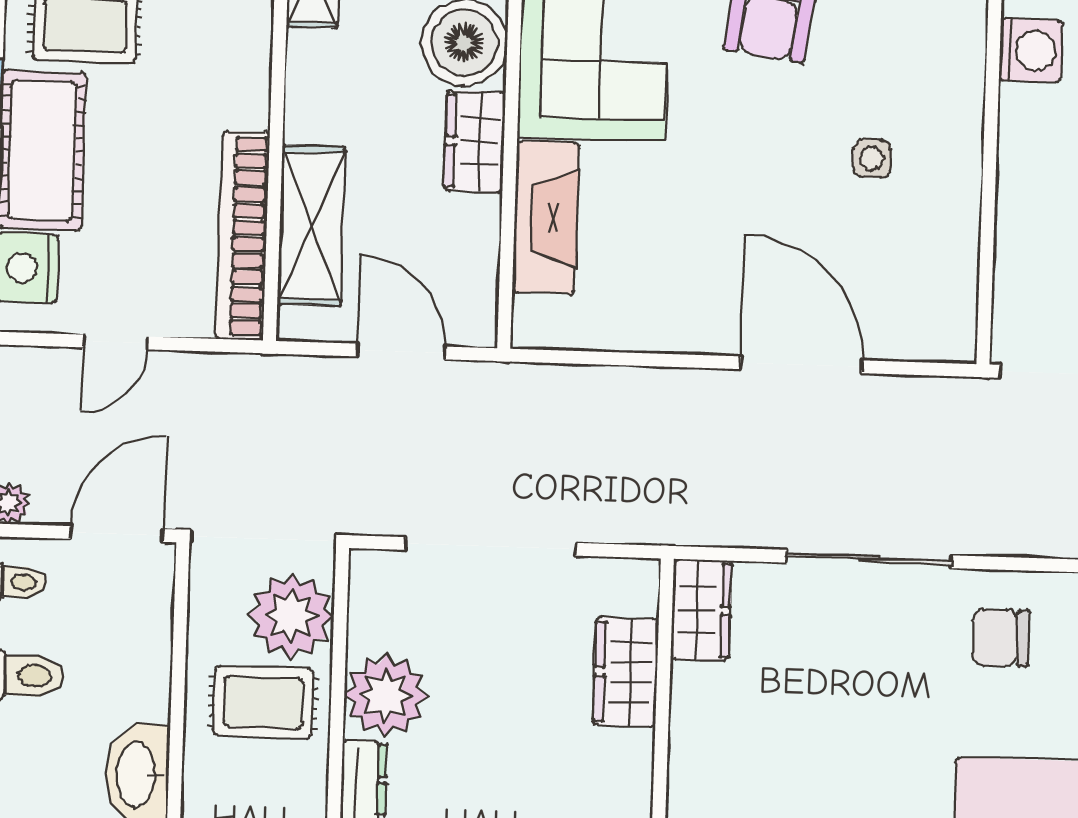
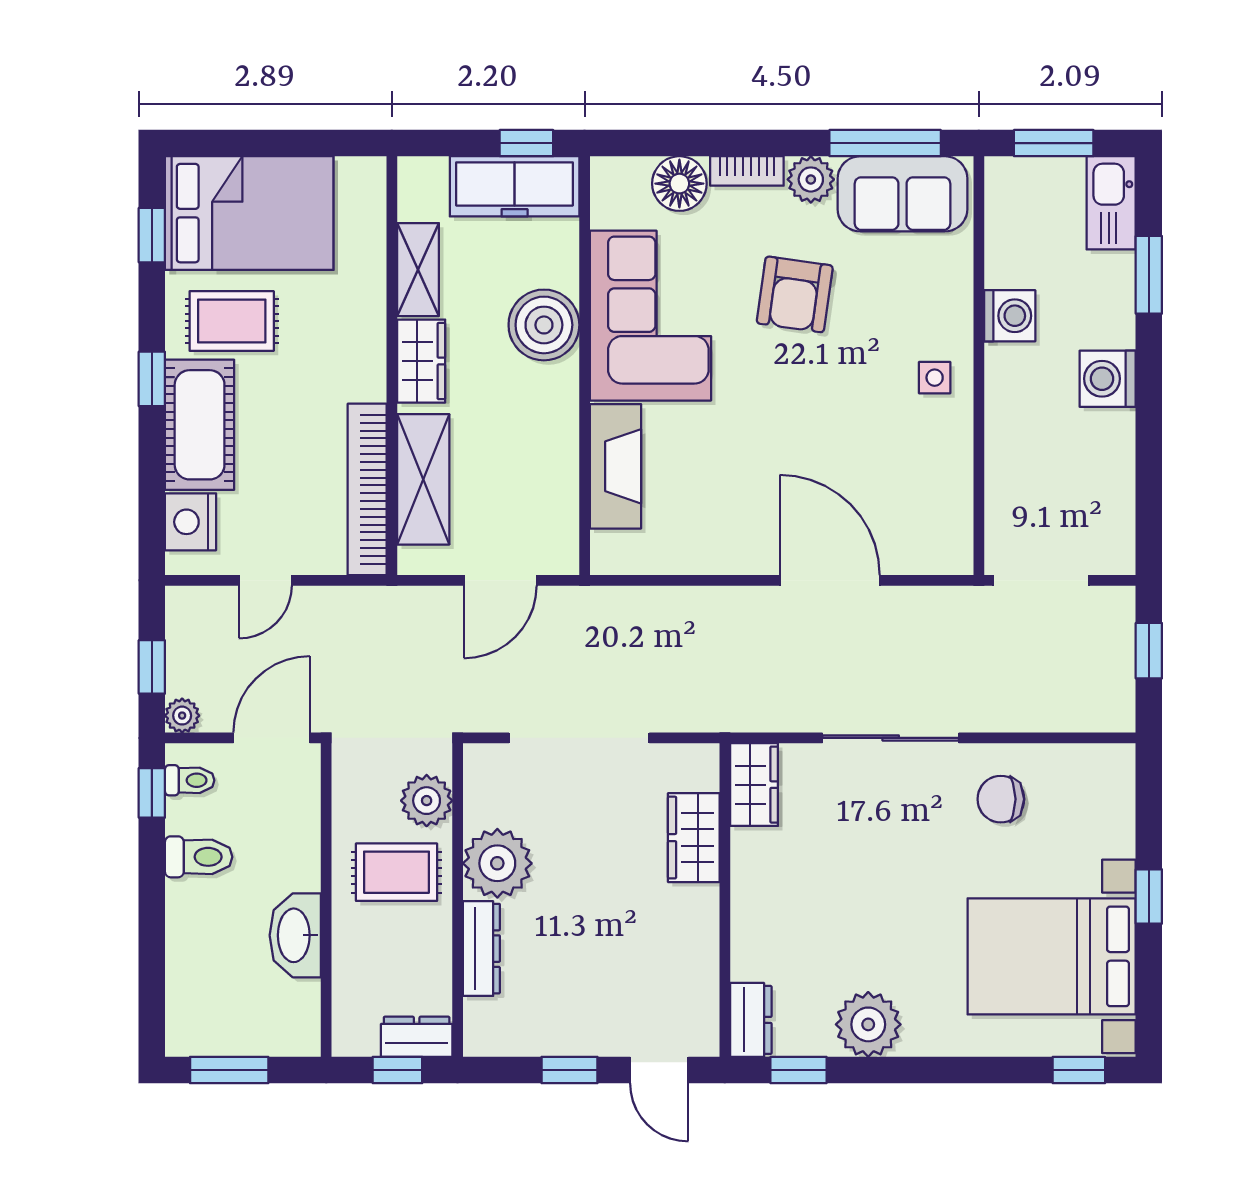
wardrobe: (475, 141) -> (421, 361), moved, turned 180
side table: (872, 159) -> (935, 378), moved
door: (401, 351) -> (500, 580), swing flipped
plant: (291, 616) -> (427, 801), width x0.73, depth x0.73

